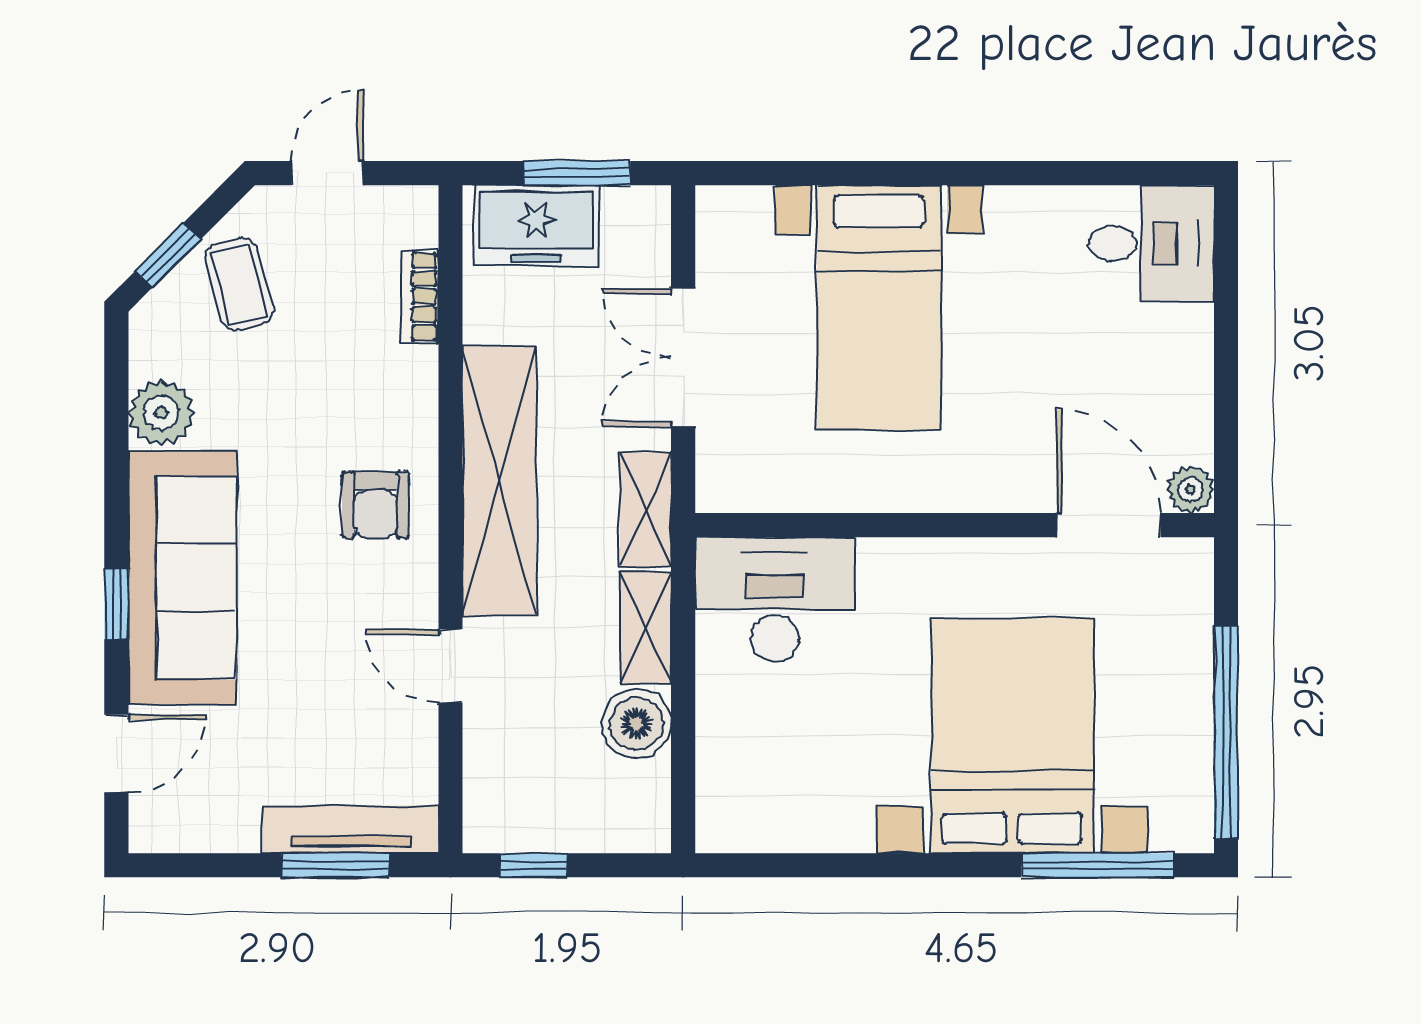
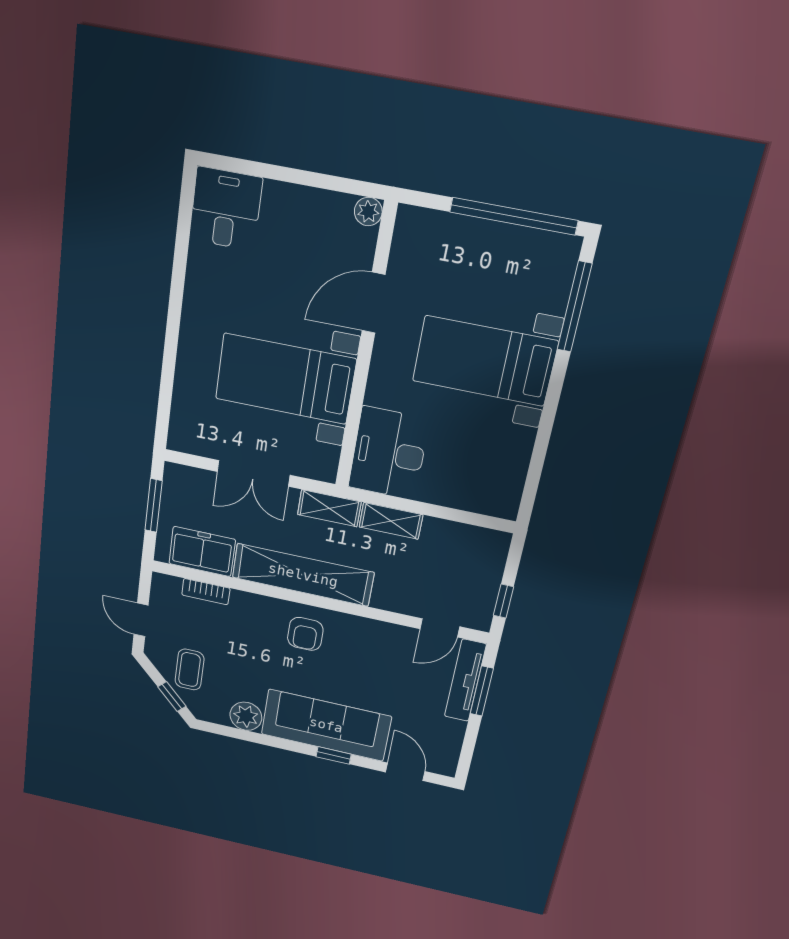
freezer: (536, 225) -> (202, 552), moved, turned -90
coffee table: (239, 284) -> (190, 670), turned -75
bed with nightstands: (879, 308) -> (285, 379), moved, turned 180
armchair: (375, 505) -> (305, 634), turned 90
door: (1109, 525) -> (374, 303), moved
door: (450, 666) -> (440, 628), moved
boiler: (636, 724) -> (440, 536), removed
bed with nightstands: (1012, 736) -> (485, 361), width x0.73

